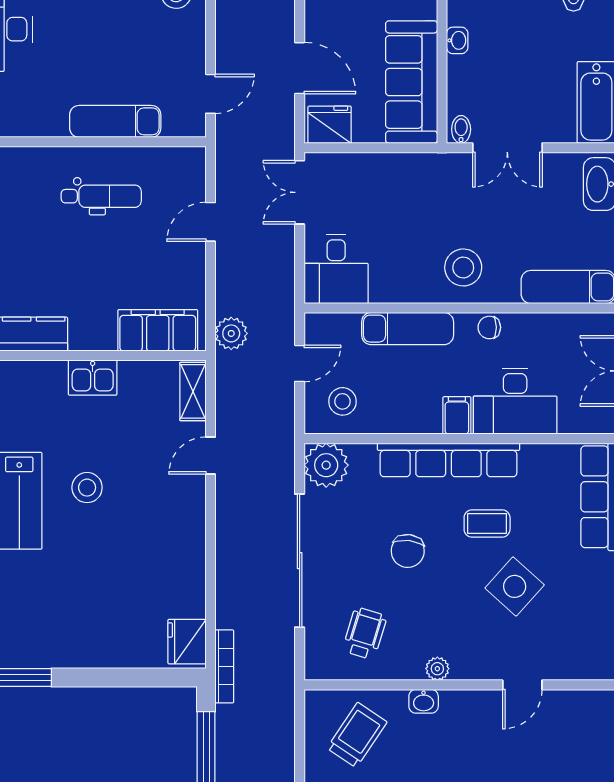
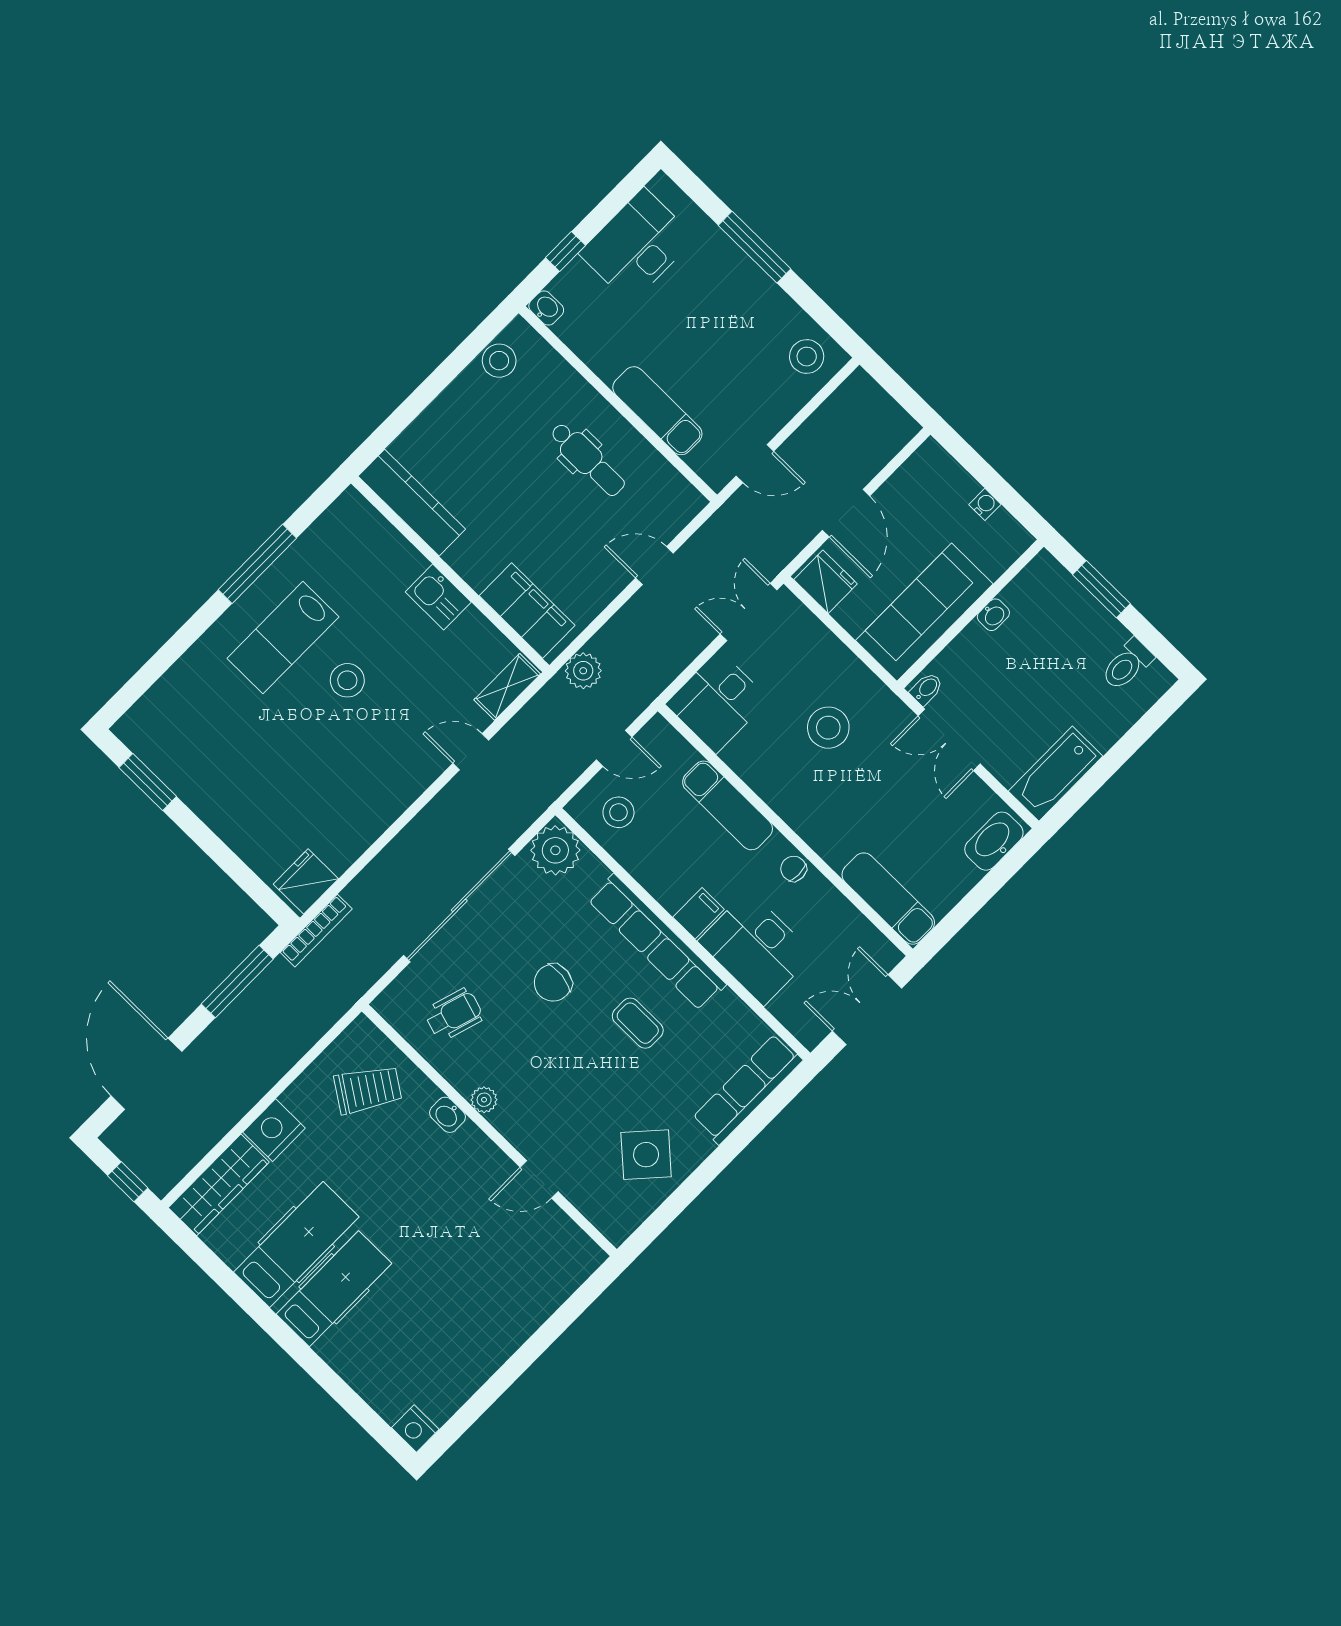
stool: (463, 267) -> (828, 728), moved
side table: (515, 586) -> (646, 1155), moved

